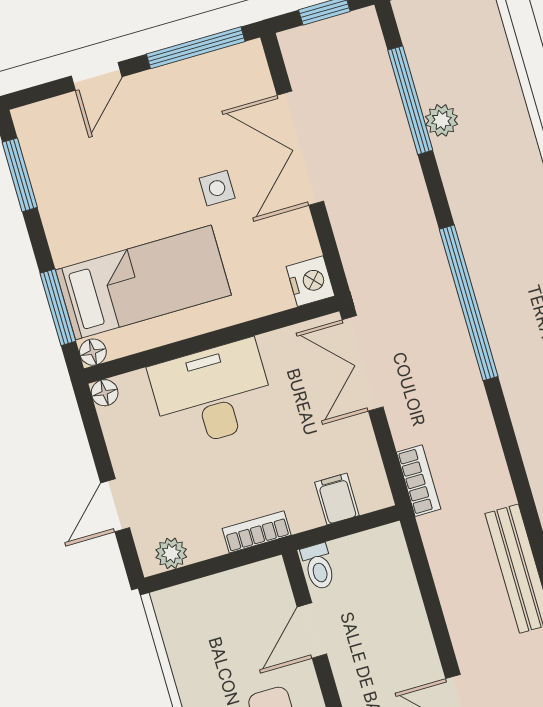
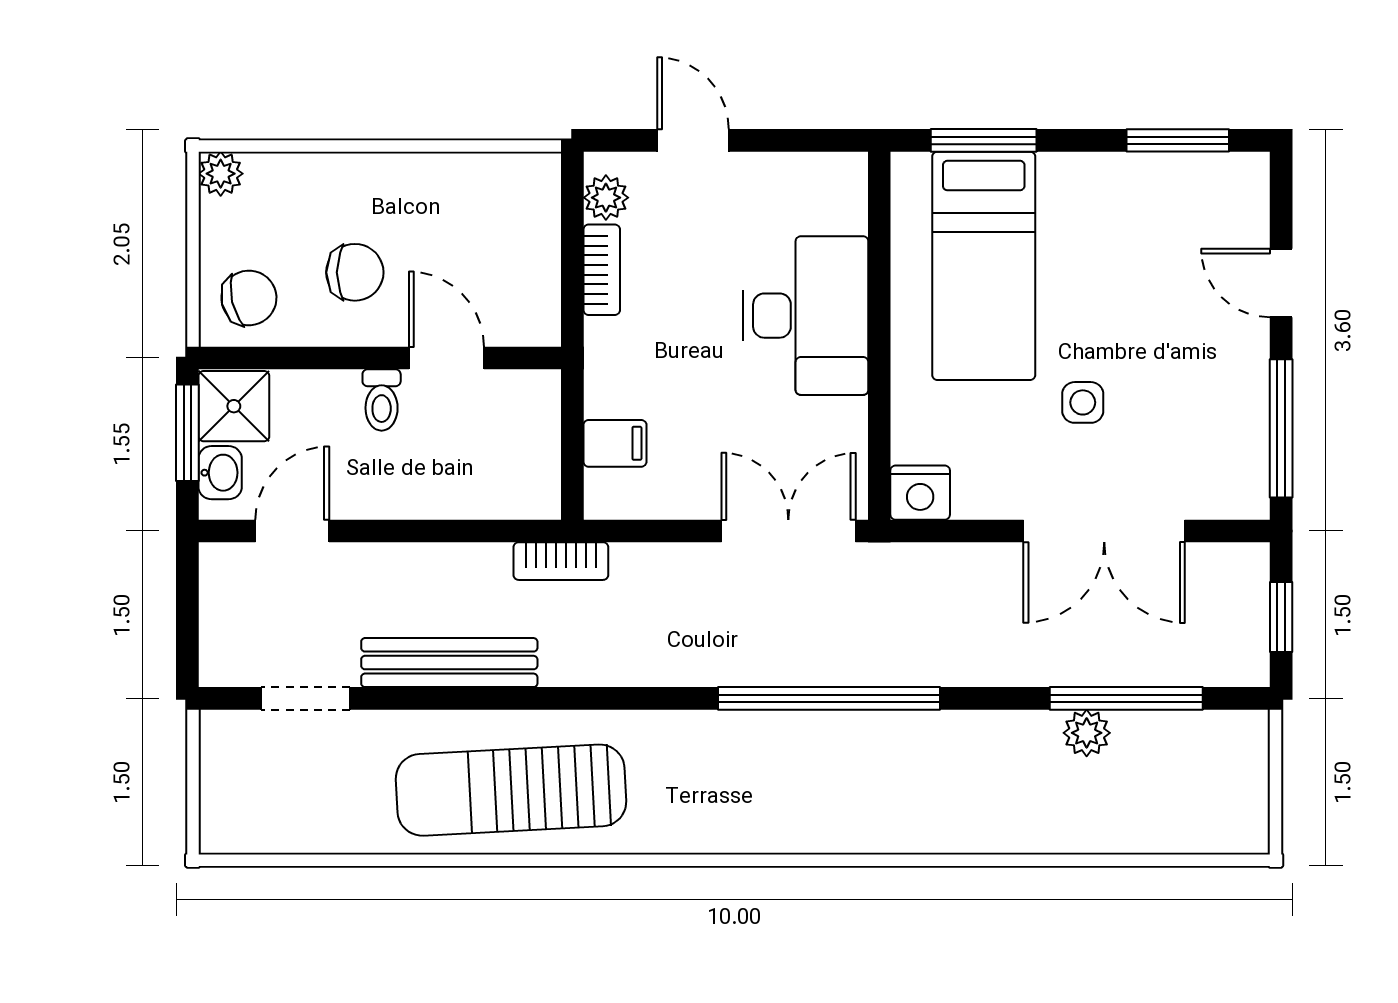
double door: (300, 148) -> (1104, 531), swing flipped
floor lamp: (93, 352) -> (909, 170), removed
floor lamp: (105, 393) -> (850, 170), removed
bookcase: (419, 481) -> (561, 561), moved
bookcase: (257, 532) -> (602, 270), moved
toilet: (318, 567) -> (382, 400), moved, turned -90

